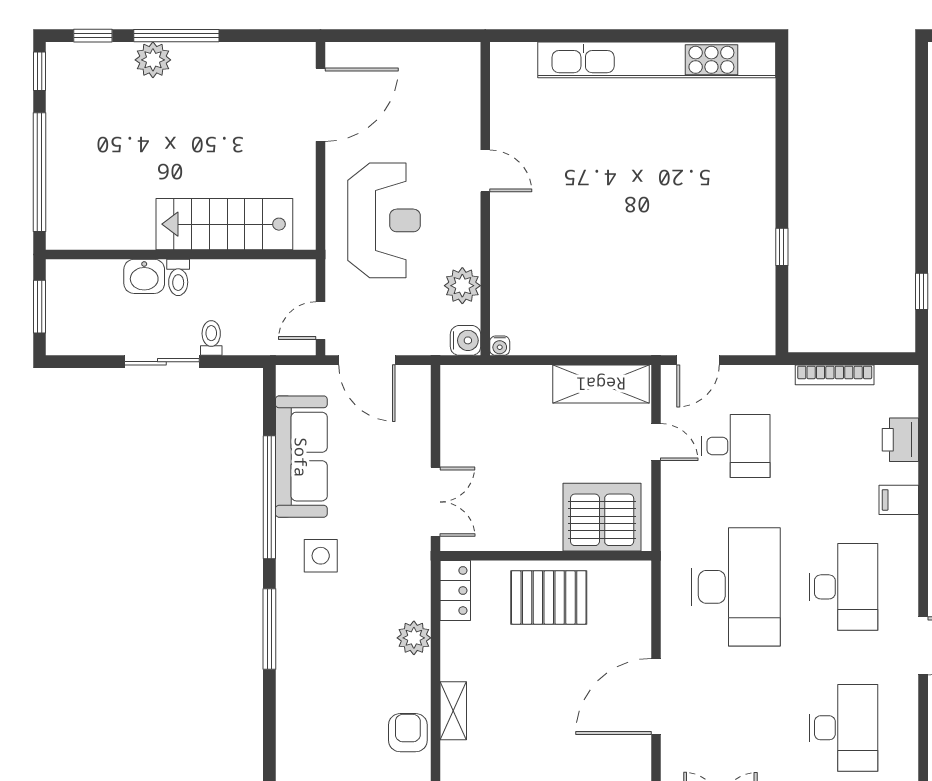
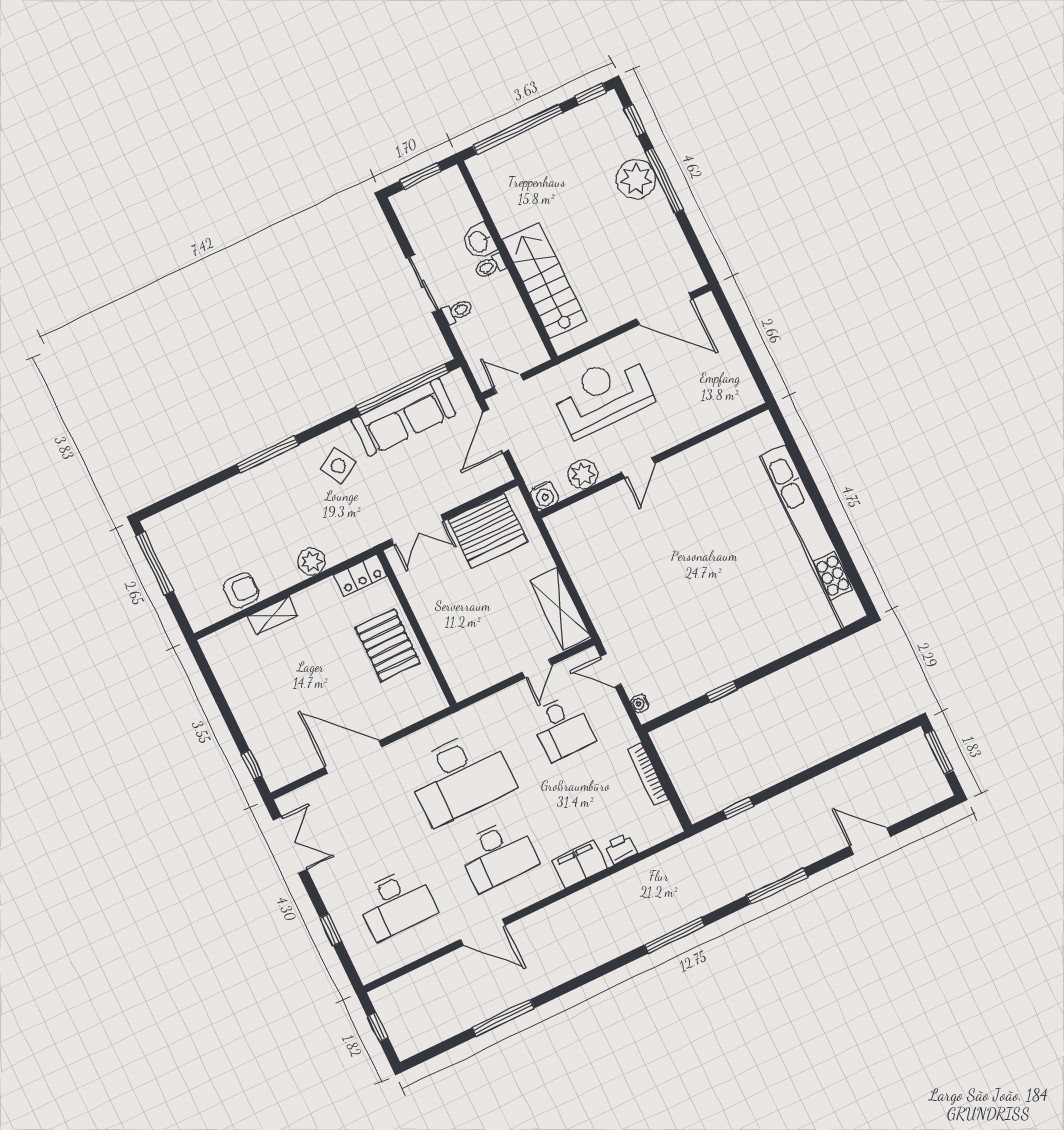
plant: (153, 60) -> (636, 179), width x1.36, depth x1.36
door: (485, 171) -> (638, 468), moved
reception desk: (384, 220) -> (603, 395), turned 180
water cooler: (500, 346) -> (640, 704), moved
printer: (900, 440) -> (621, 849), width x0.73, depth x0.81
window: (269, 497) -> (402, 389), moved
filing cabinet: (899, 500) -> (580, 864), width x2.00
server rack: (602, 517) -> (488, 531), moved, turned 90
side table: (321, 556) -> (338, 466), turned -31

